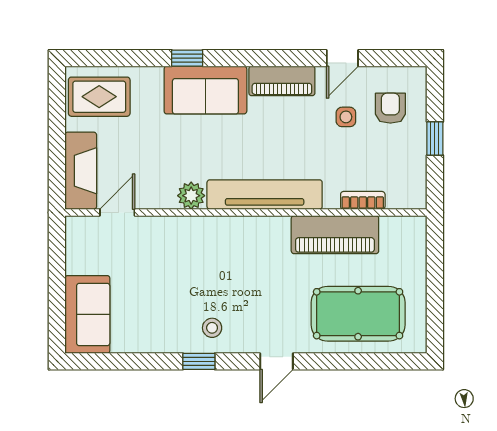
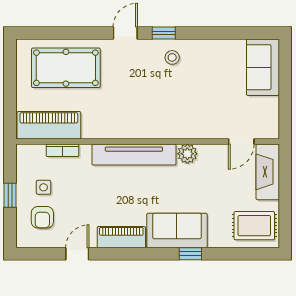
side table: (346, 117) -> (44, 187), moved
piano: (335, 235) -> (49, 125), moved
window: (199, 361) -> (164, 33), moved

